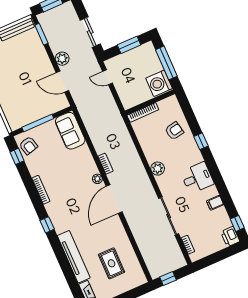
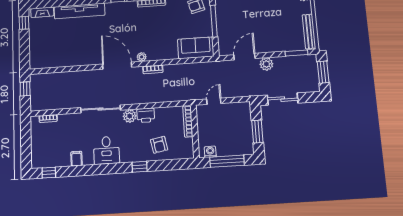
door: (107, 77) -> (214, 101), moved
washing machine: (159, 83) -> (210, 152), width x0.53, depth x0.53
sliding door: (169, 216) -> (100, 109), moved
printer: (230, 237) -> (146, 115), moved, turned 180
rug: (111, 263) -> (60, 43), removed

